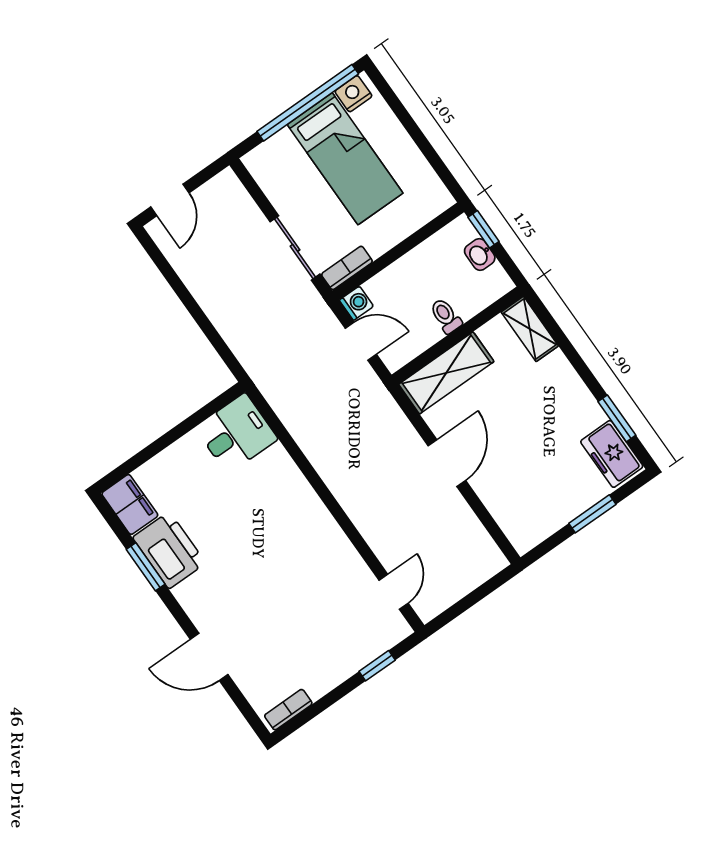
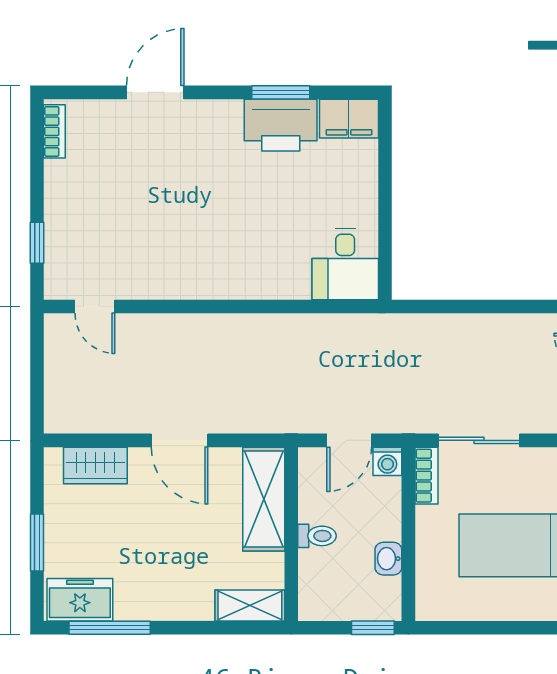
washbasin: (480, 255) -> (388, 559), moved, turned -90
window: (617, 418) -> (110, 628), width x1.44
wardrobe: (507, 511) -> (95, 466), added

